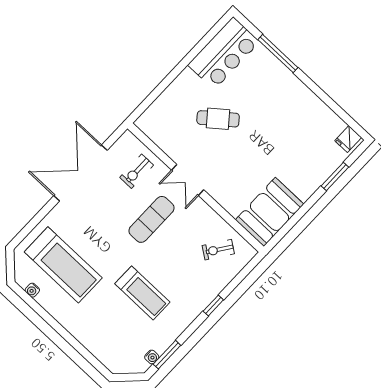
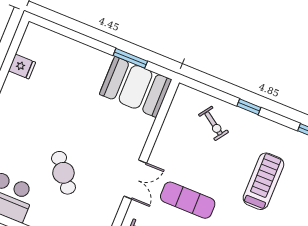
fridge: (348, 139) -> (22, 67), moved
window: (335, 176) -> (130, 58), moved
exercise bike: (218, 250) -> (213, 123), moved

